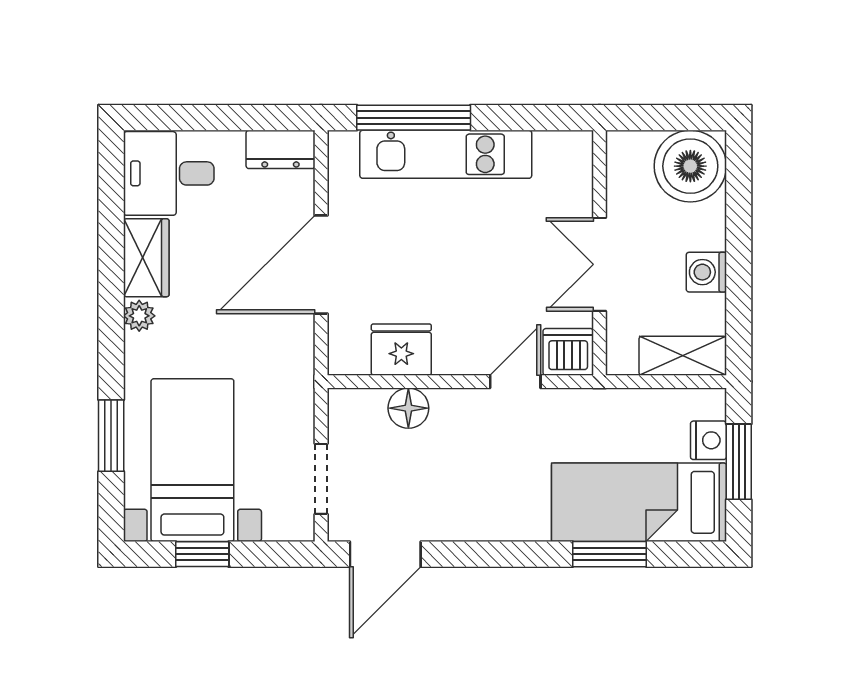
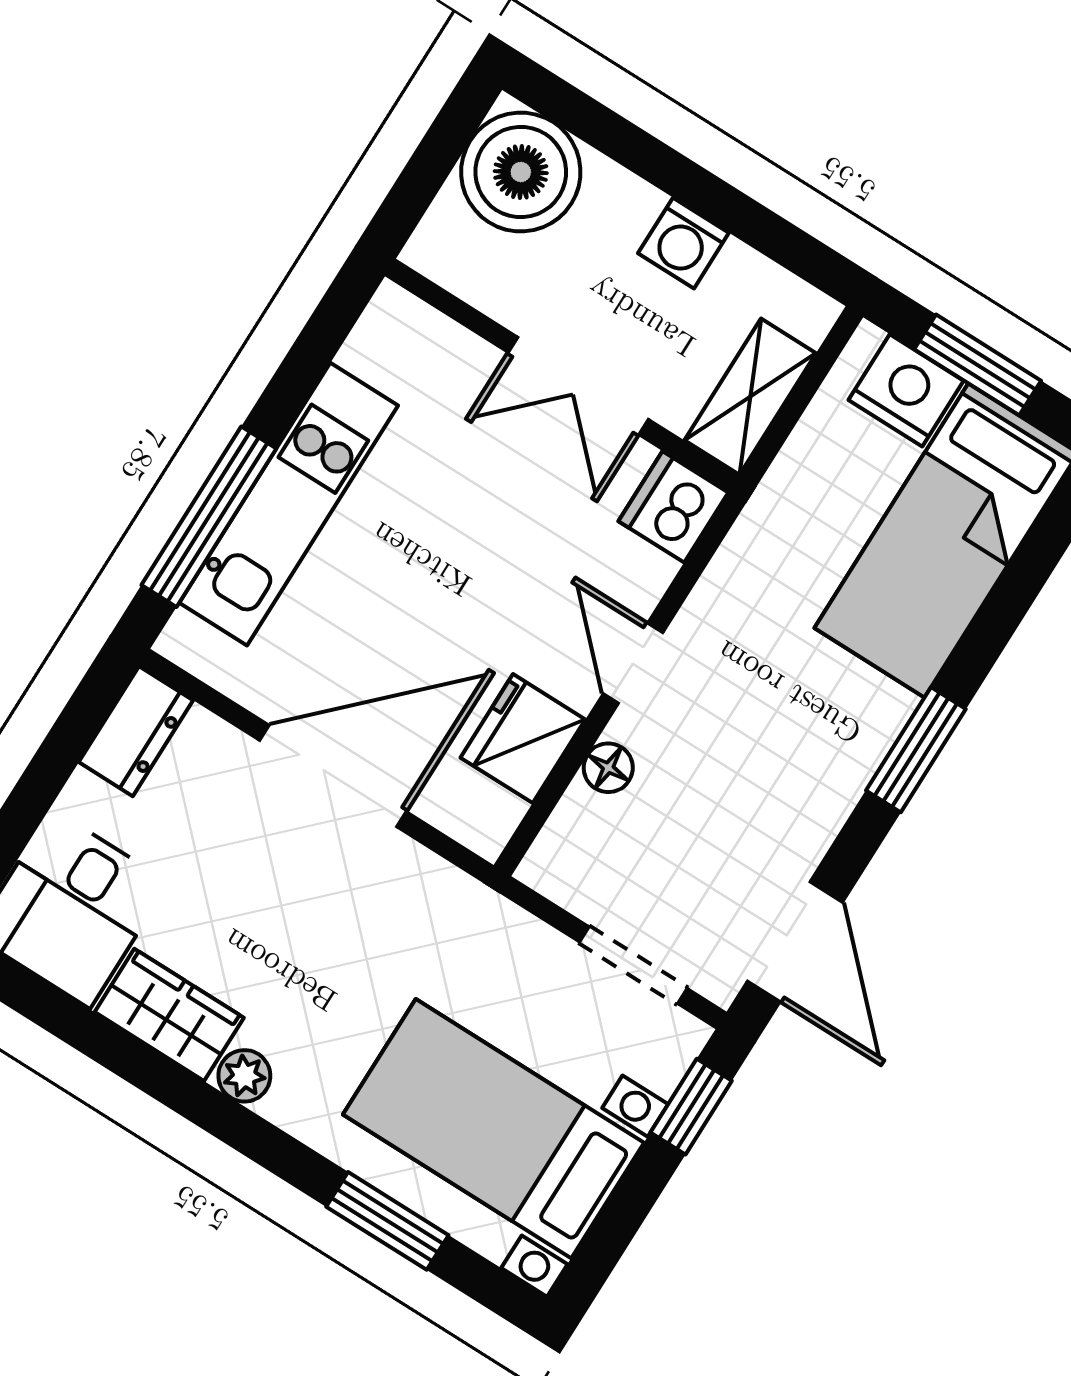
door: (321, 265) -> (333, 776), swing flipped
shelving: (683, 356) -> (750, 397), moved
door: (515, 382) -> (633, 663), moved
floor lamp: (408, 408) -> (608, 768), width x0.73, depth x0.73
nightstand: (708, 440) -> (906, 390), width x1.36, depth x1.33
window: (202, 554) -> (691, 1107), moved
window: (609, 554) -> (916, 750), moved

